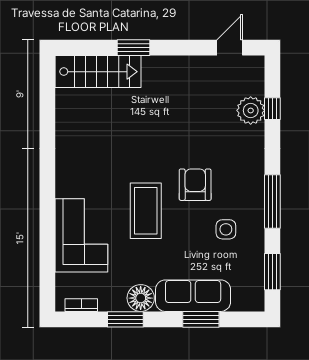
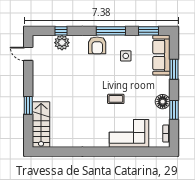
armchair: (195, 185) -> (97, 45), moved, turned -90
coffee table: (146, 211) -> (116, 99), width x0.54, depth x0.58
sofa: (193, 296) -> (161, 55), moved

